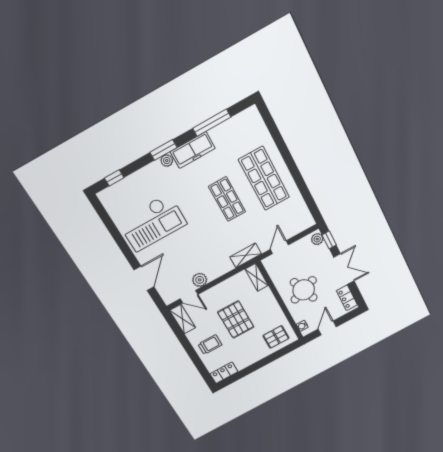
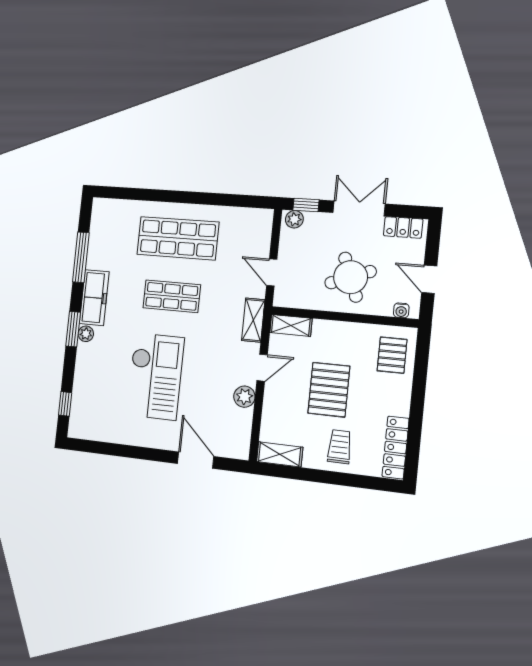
checkout: (152, 223) -> (155, 376), moved
door: (189, 297) -> (262, 368), moved
pallet: (236, 320) -> (329, 390), turned 90
locker: (224, 373) -> (396, 448), width x1.53

